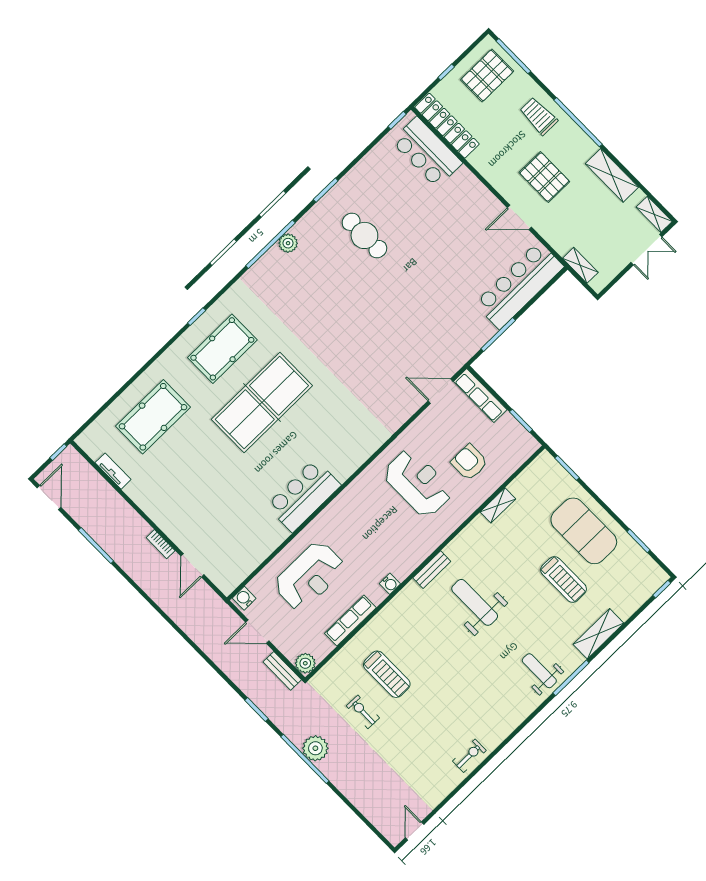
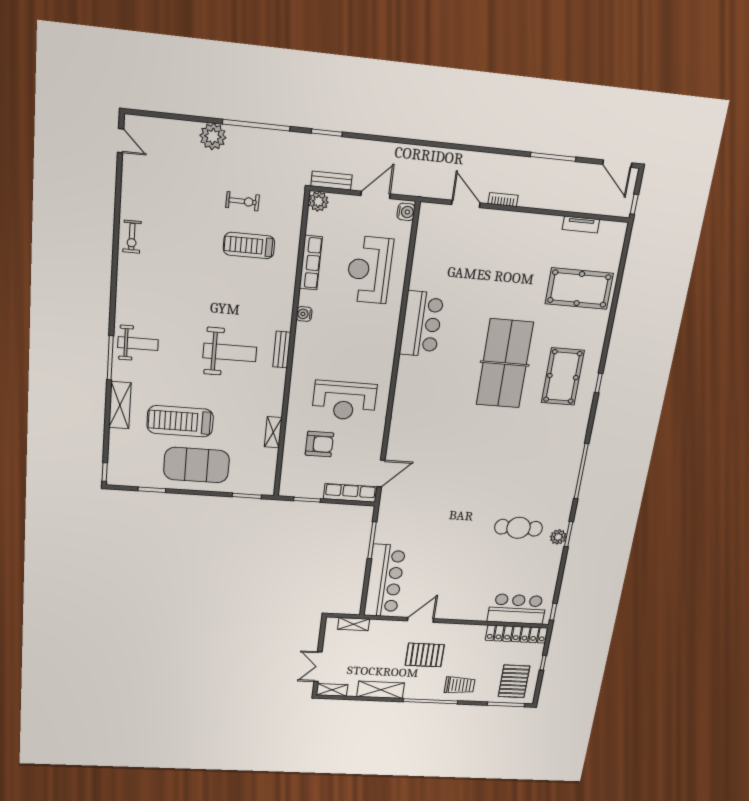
plant: (288, 243) -> (558, 537), moved
pool table: (153, 417) -> (579, 289), turned 90
treadmill: (564, 579) -> (180, 421), width x1.37, depth x1.38
plant: (315, 748) -> (213, 136), moved

